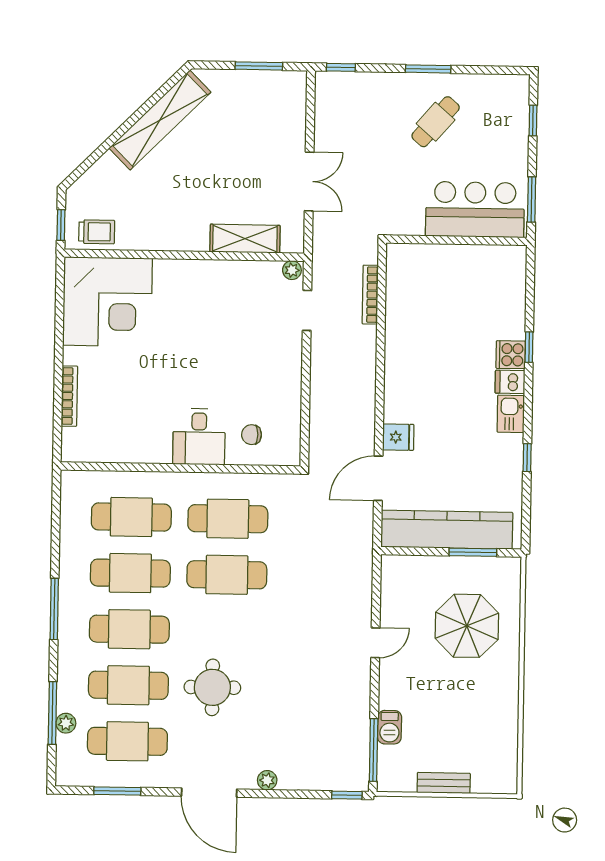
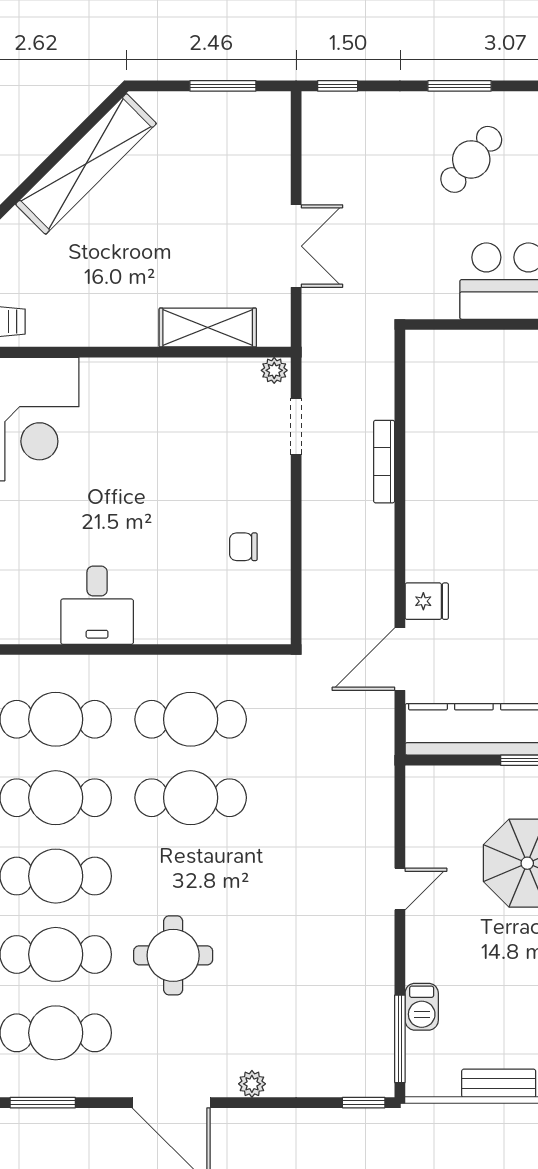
bookcase: (370, 295) -> (384, 462), moved
chair: (252, 435) -> (243, 547), moved
desk: (199, 437) -> (97, 605), moved

